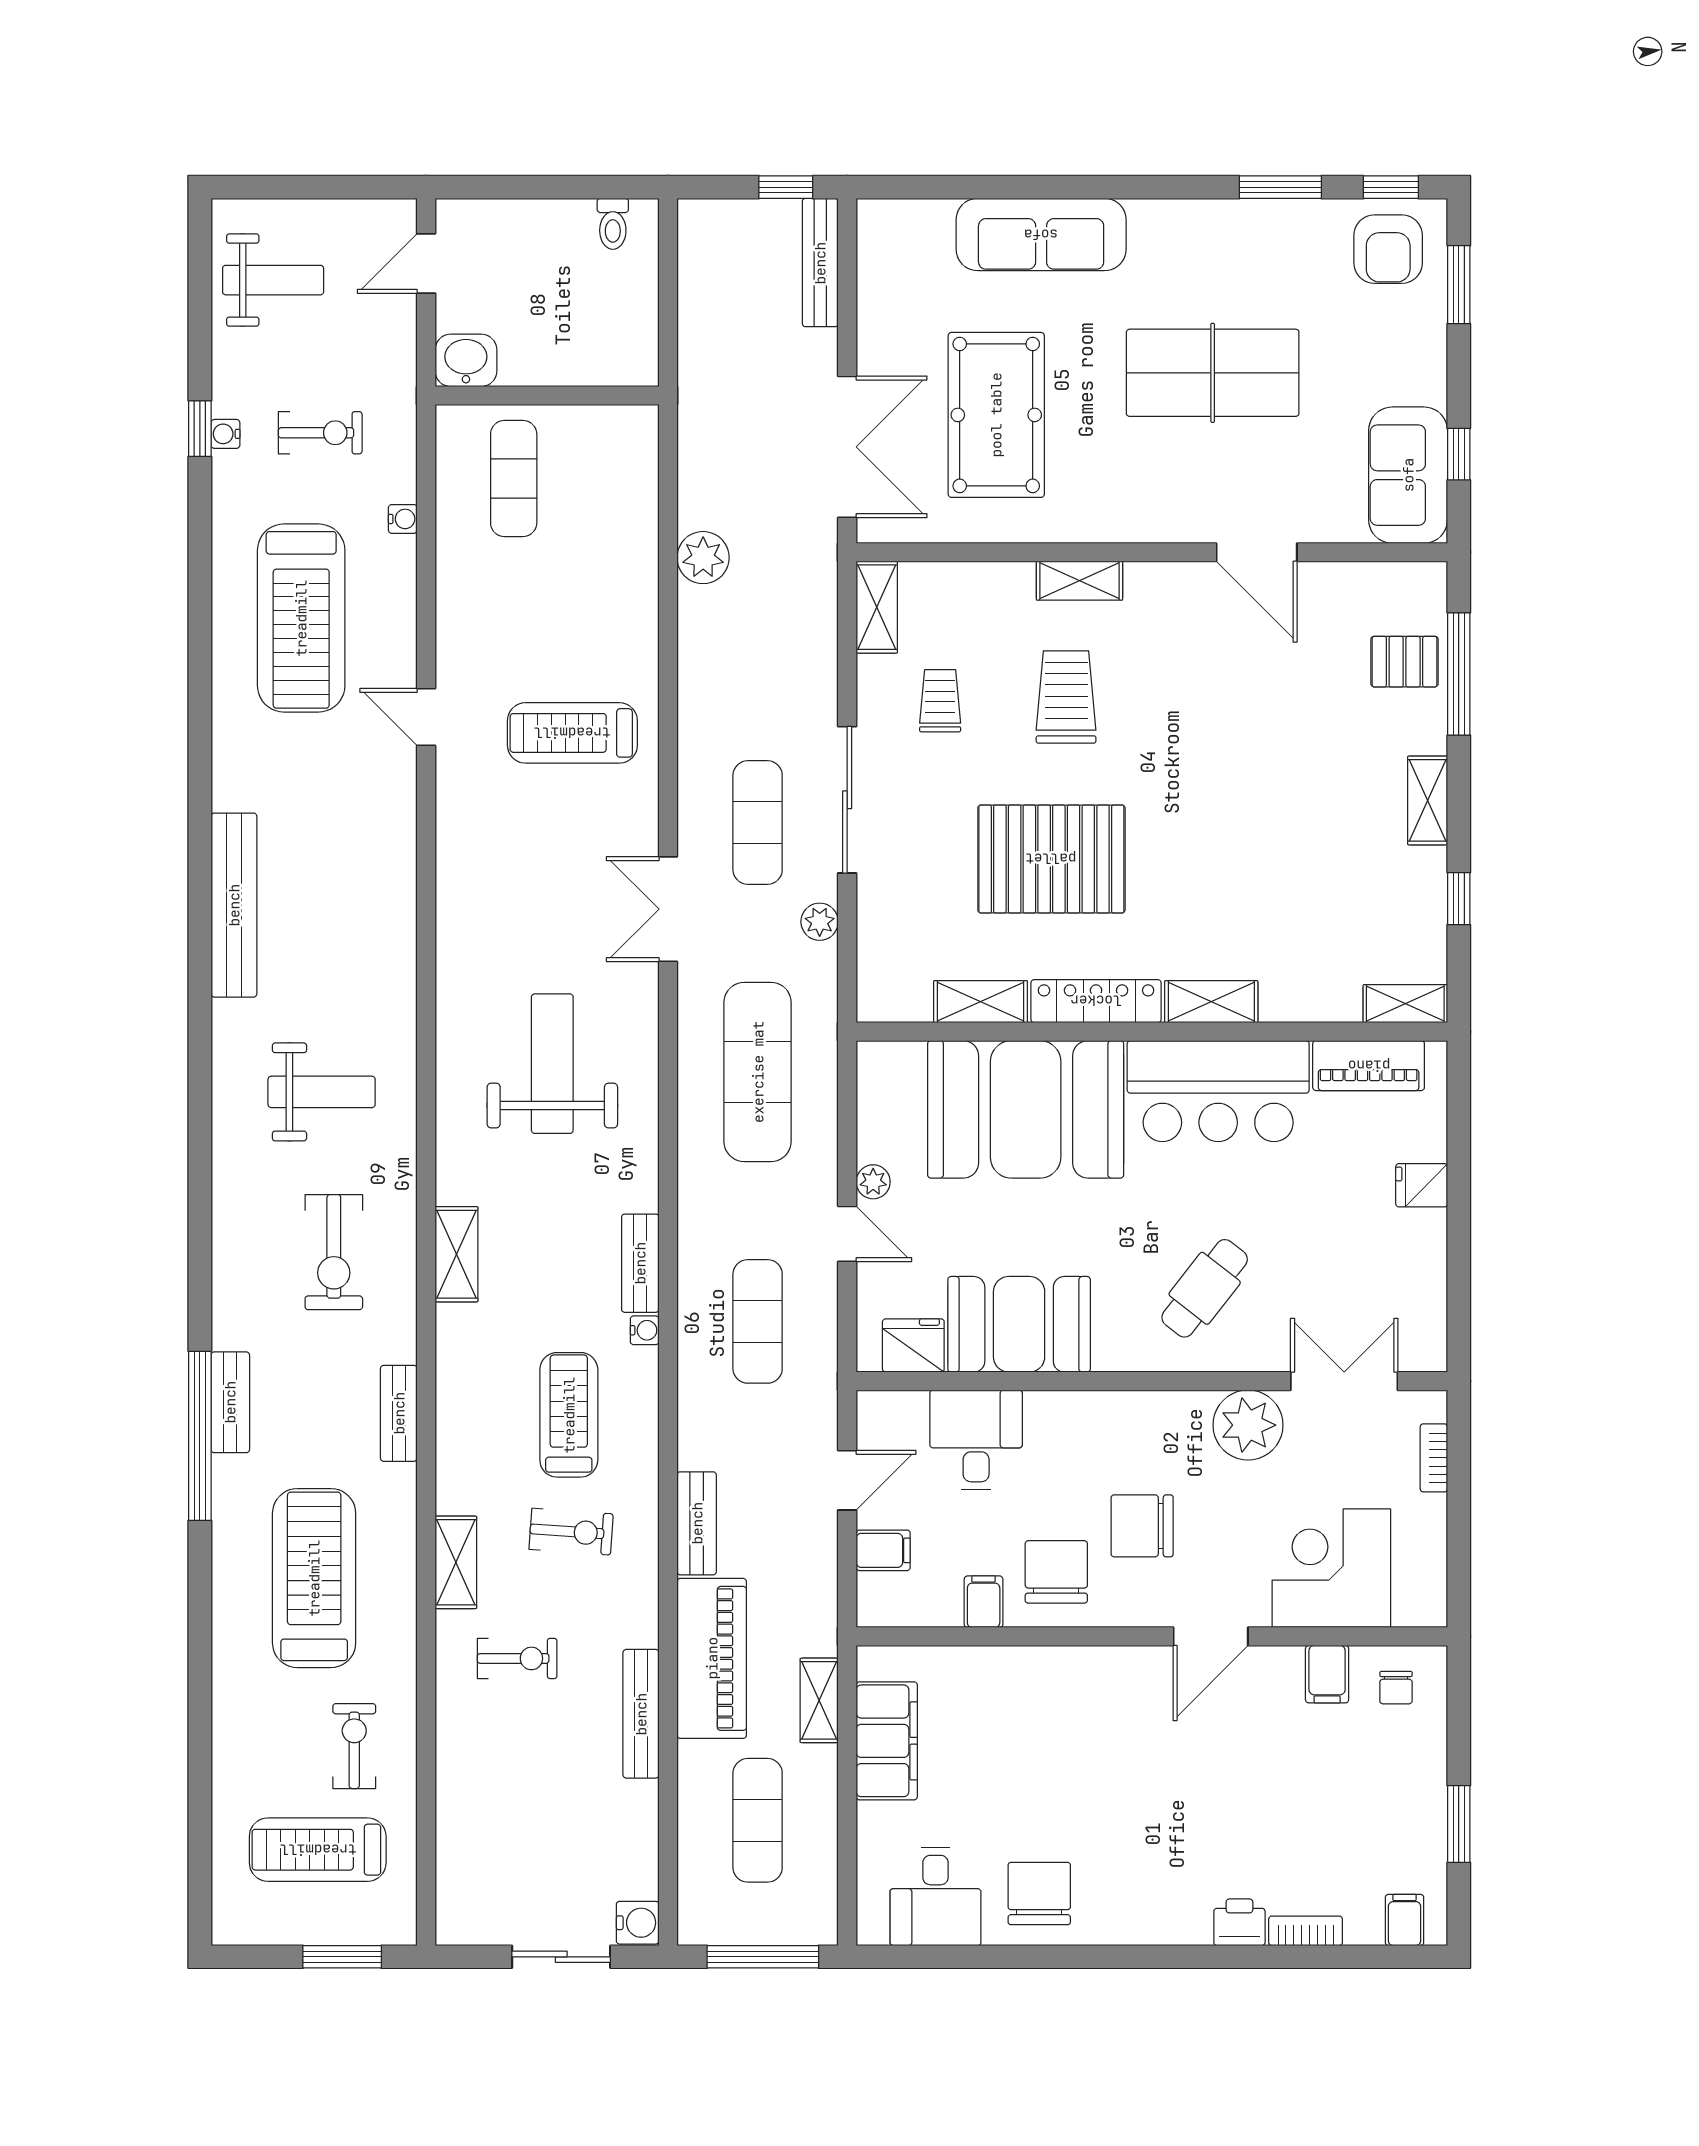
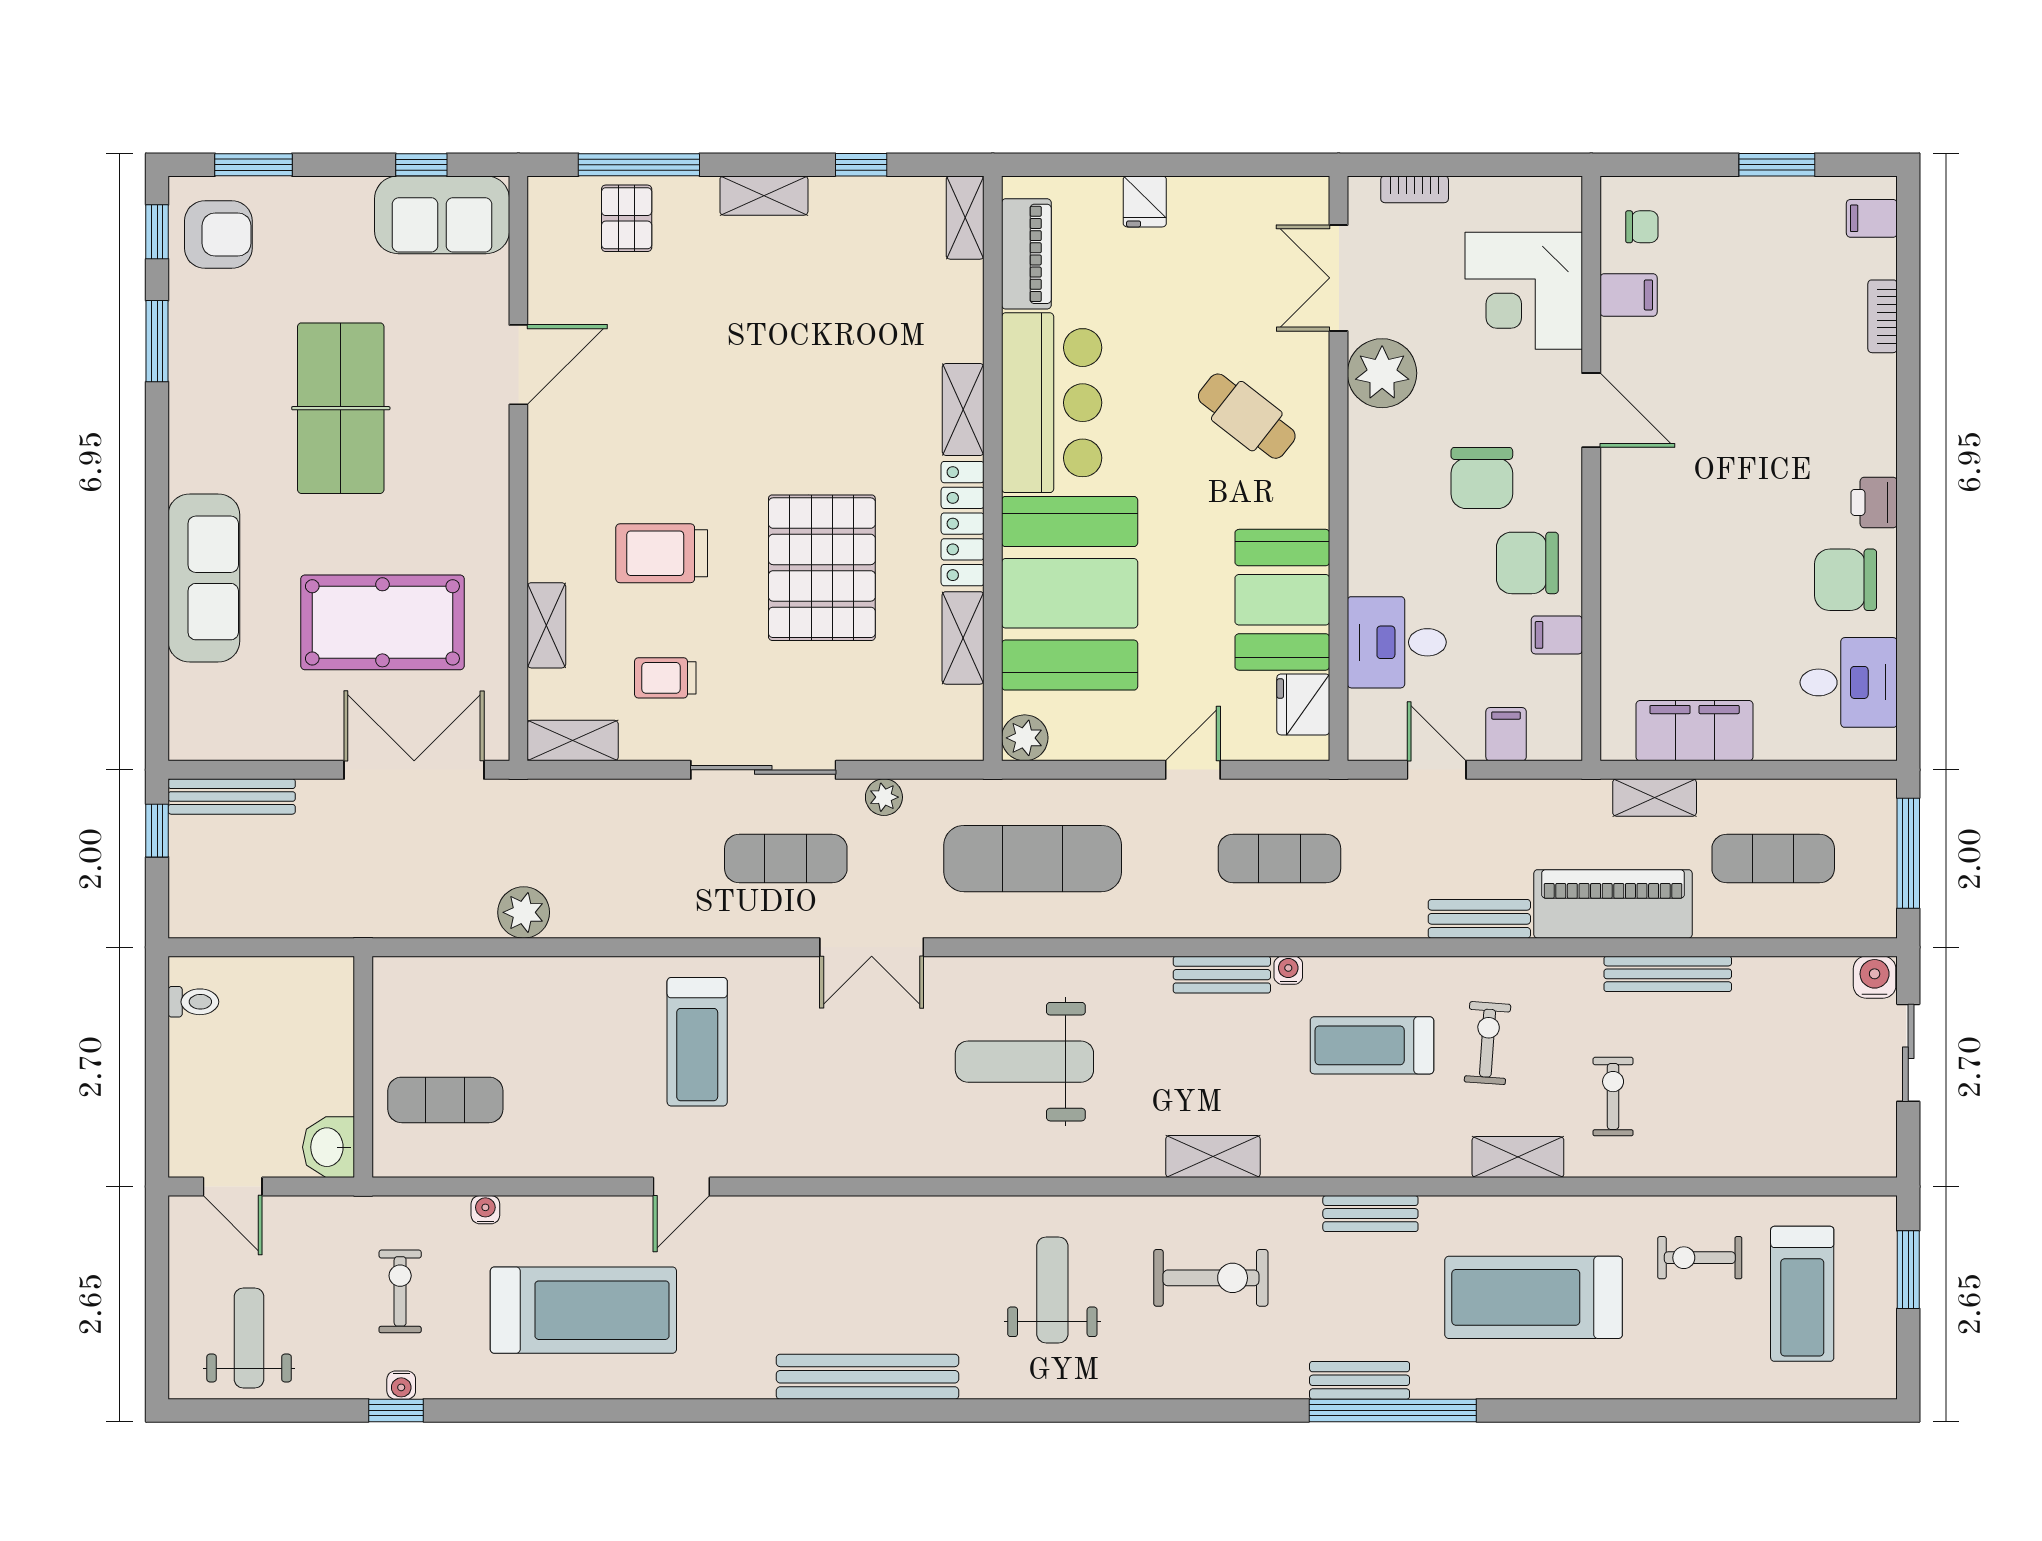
shelving: (1079, 581) -> (546, 625), moved
plant: (873, 1182) -> (1025, 738), moved, width x1.38, depth x1.38
printer: (1239, 1922) -> (1874, 502), moved

